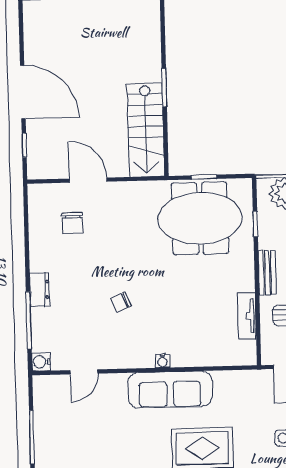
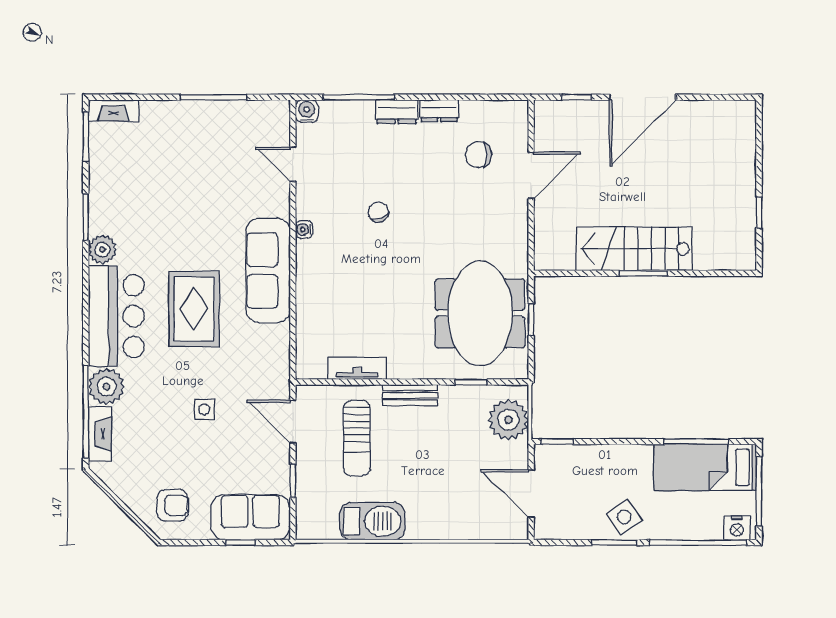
stairs: (146, 130) -> (634, 249), moved
dresser: (38, 255) -> (439, 111), added
water cooler: (162, 361) -> (304, 229), moved

